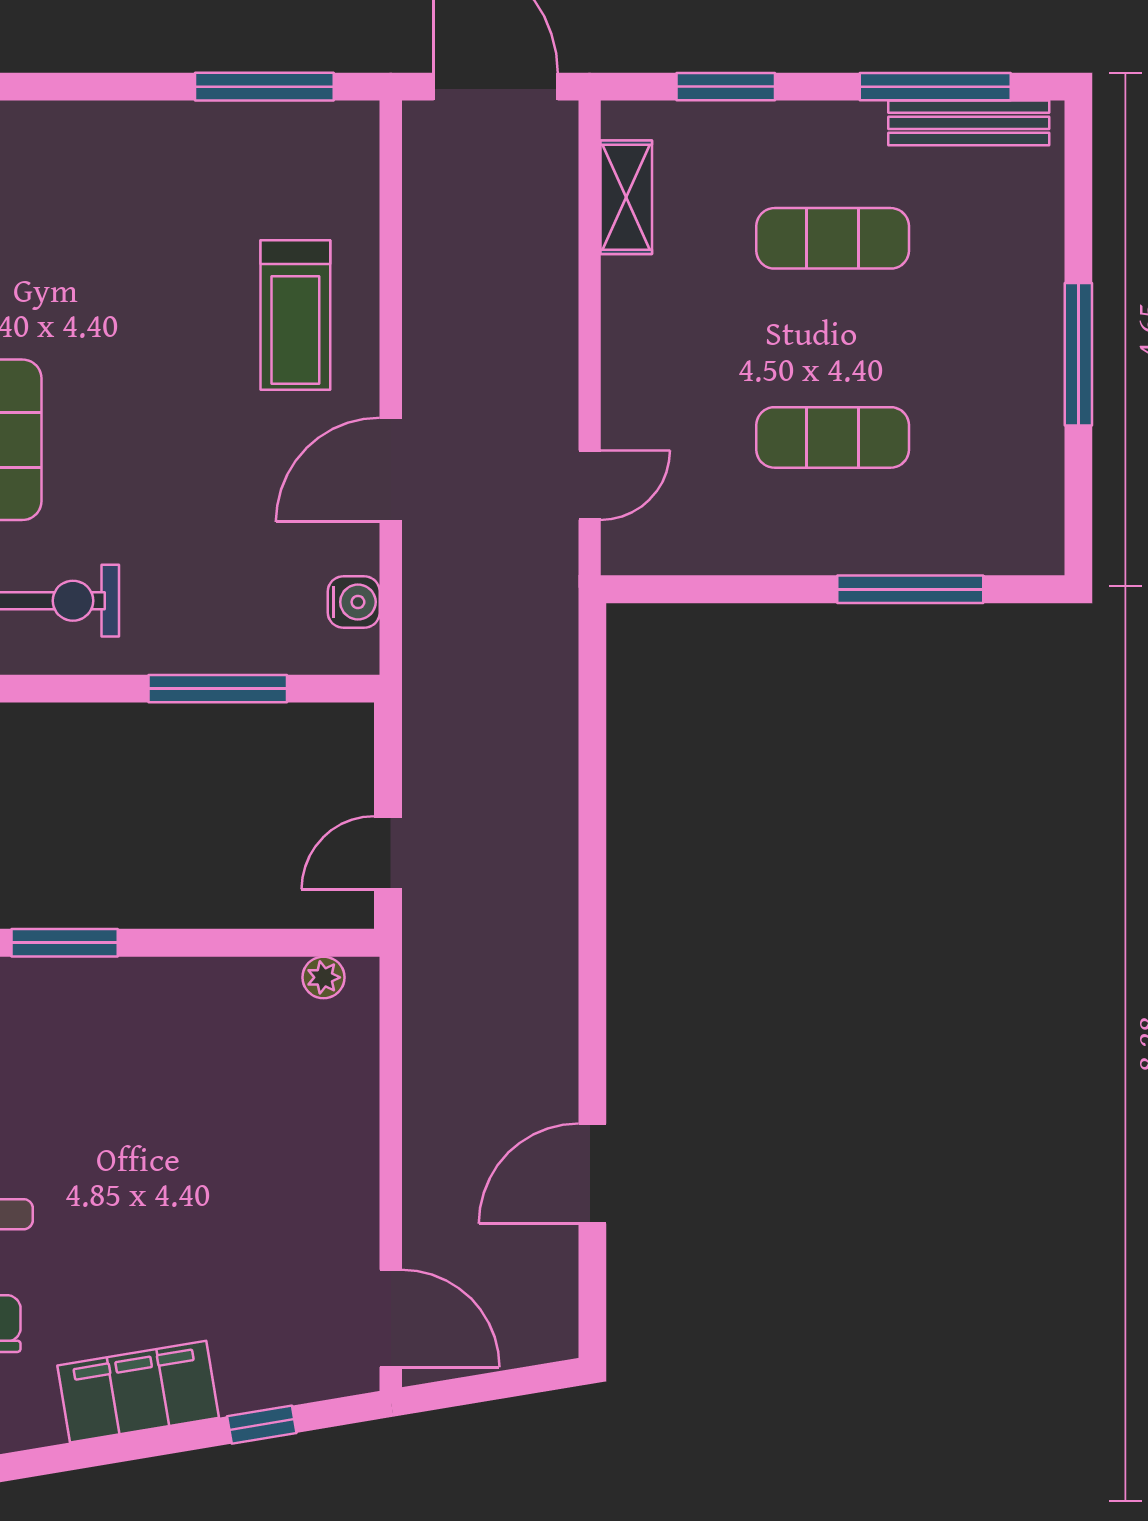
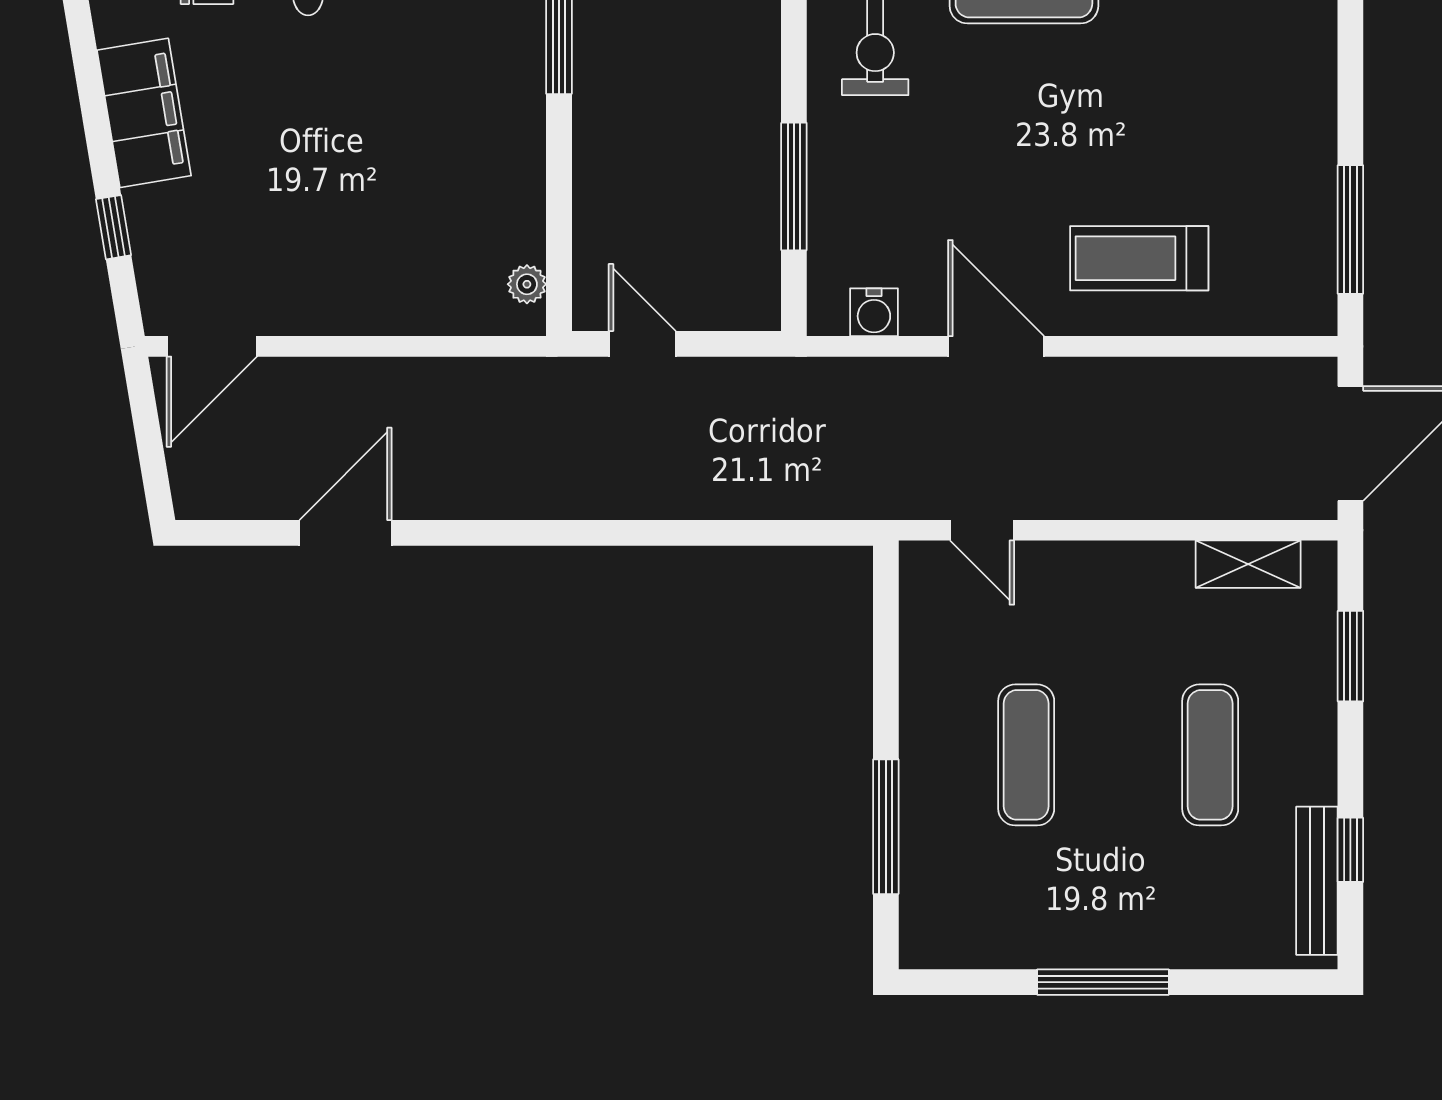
window: (935, 87) -> (1350, 850), width x0.46
door: (592, 1174) -> (345, 533), hinge flipped

